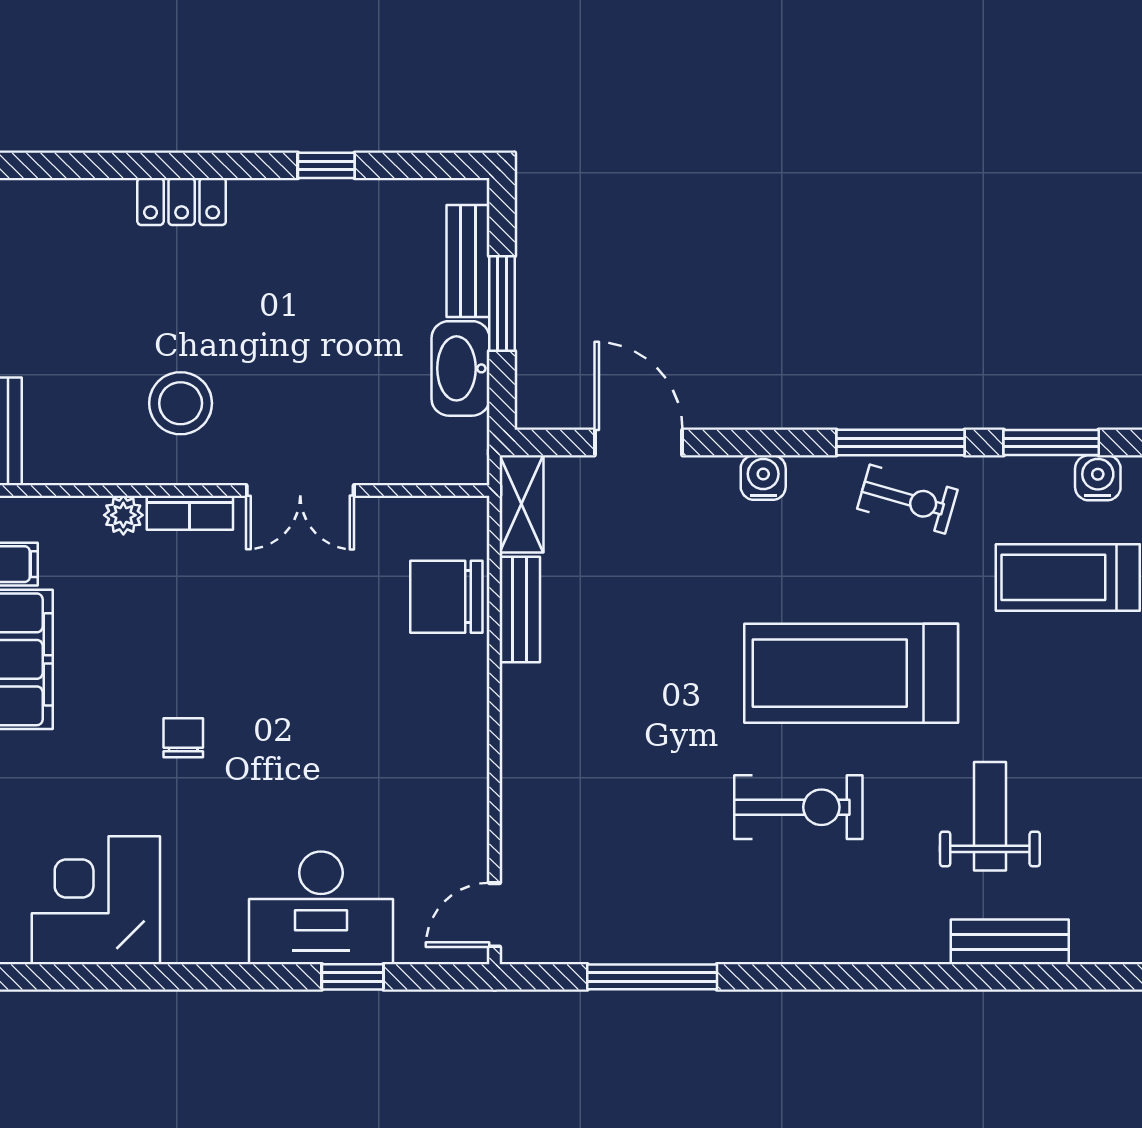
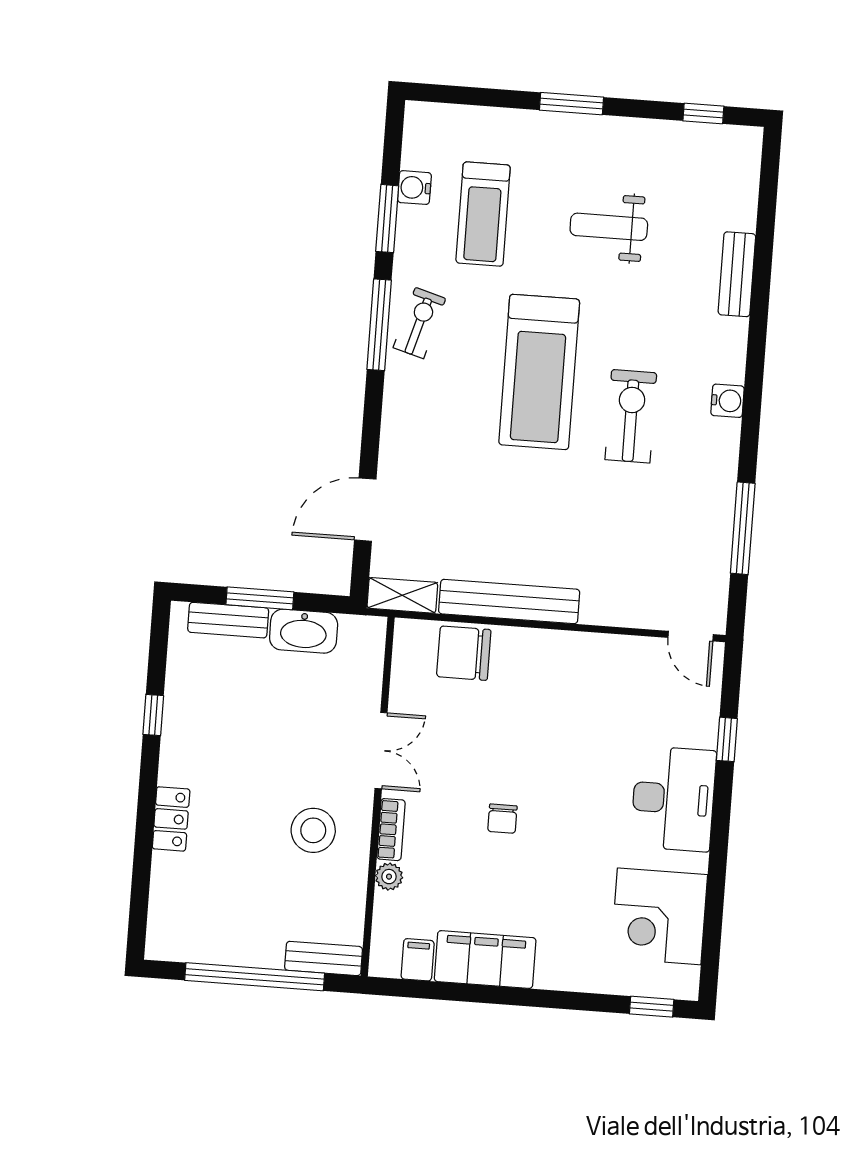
water cooler: (763, 478) -> (727, 401), moved, turned 180
chair: (446, 597) -> (464, 653), turned 90
bench: (520, 610) -> (509, 602), width x1.86, depth x1.21
chair: (183, 738) -> (502, 819), moved, turned -90
weight bench: (990, 816) -> (609, 227), moved
desk: (321, 908) -> (673, 799), moved

